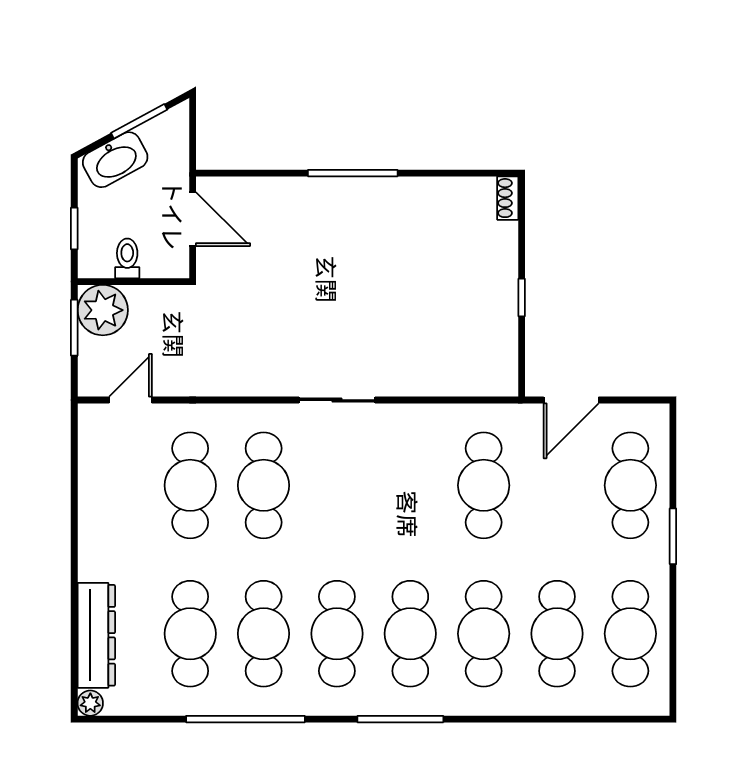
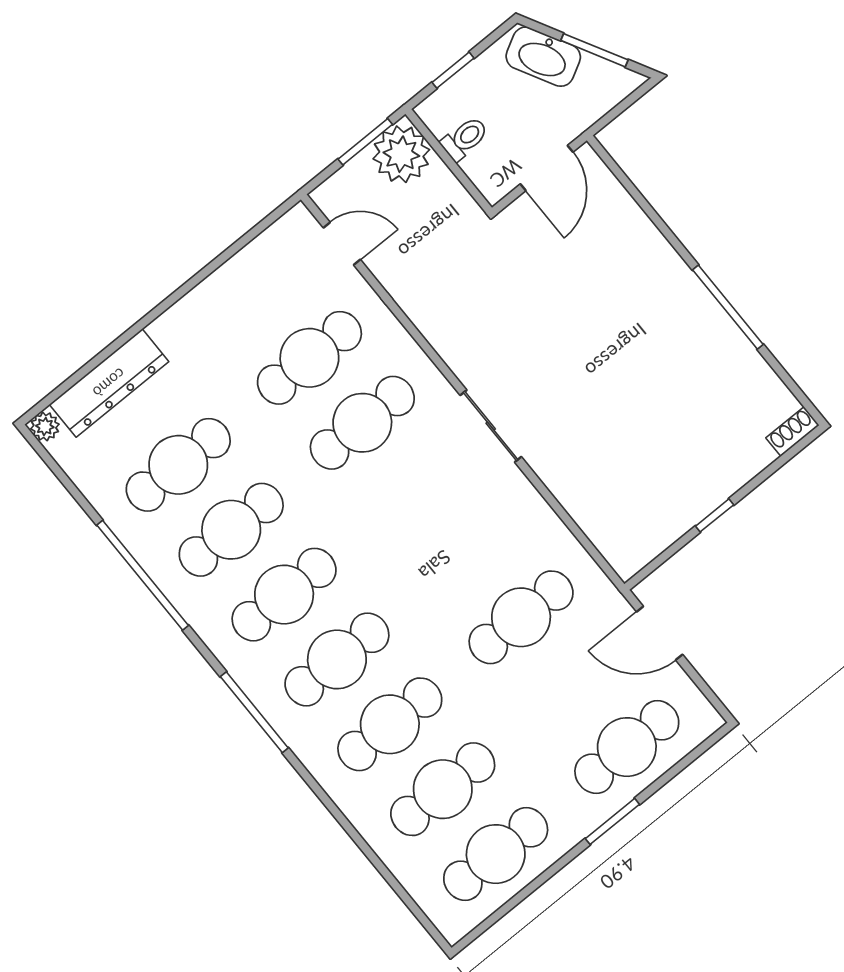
window: (353, 173) -> (728, 307), moved

